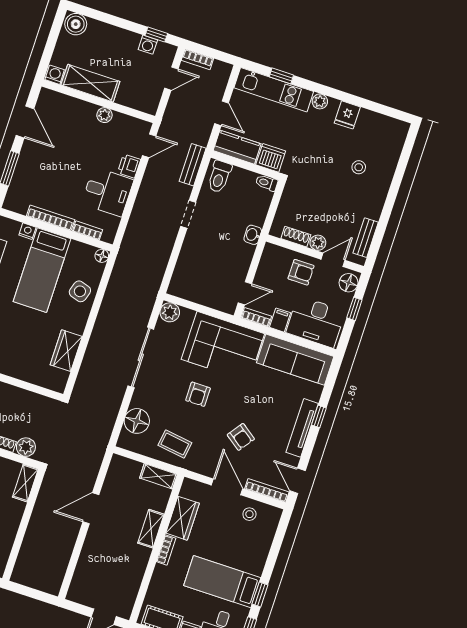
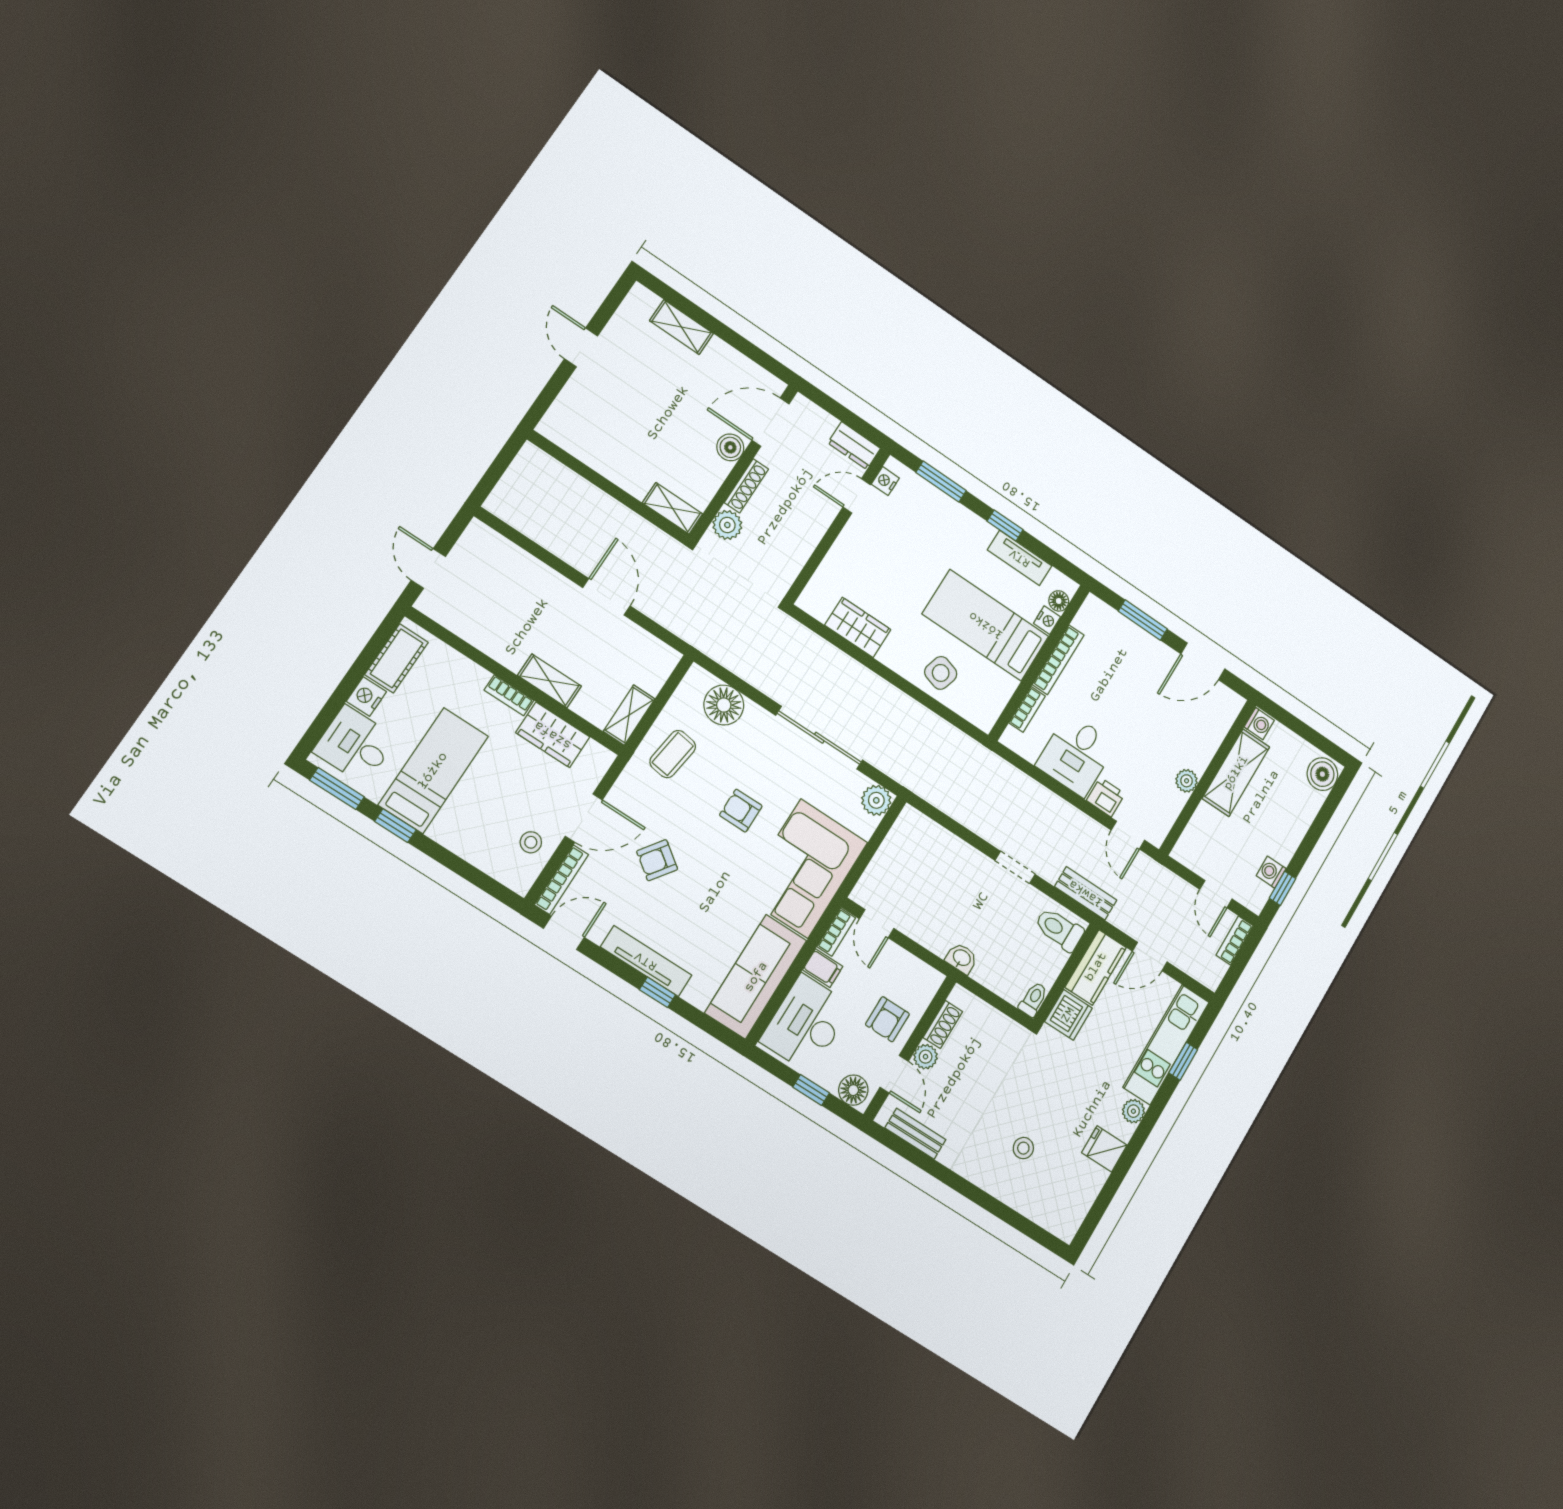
floor lamp: (102, 256) -> (1059, 601), moved

